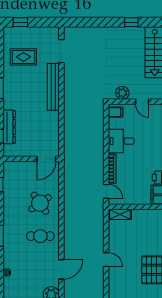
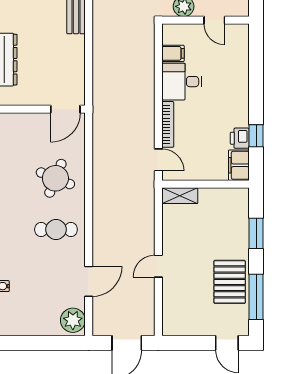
filing cabinet: (116, 112) -> (173, 53), moved
round table: (40, 203) -> (55, 178), turned -33
door: (106, 260) -> (158, 266), swing flipped

